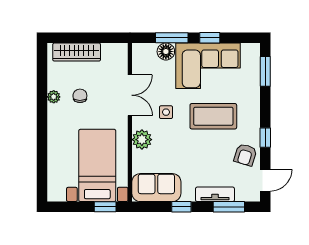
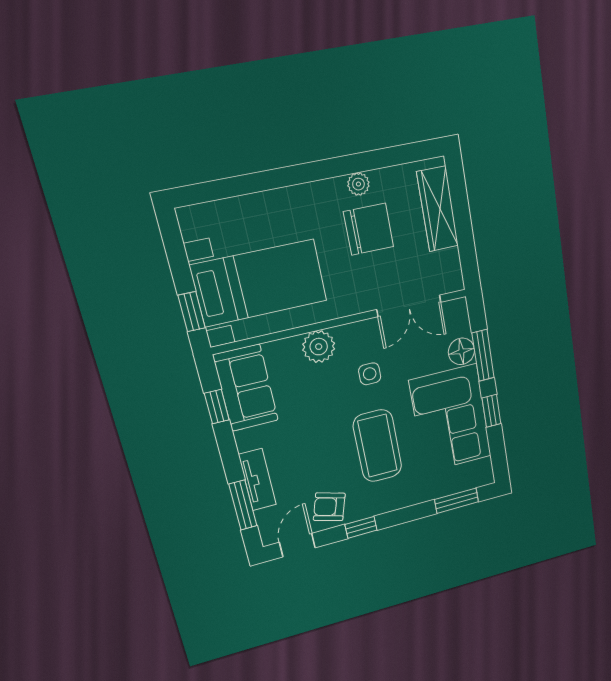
double door: (130, 95) -> (409, 306), moved
chair: (80, 96) -> (369, 229), width x1.87, depth x1.87
door: (265, 180) -> (297, 545), swing flipped
window: (181, 207) -> (217, 407), moved

